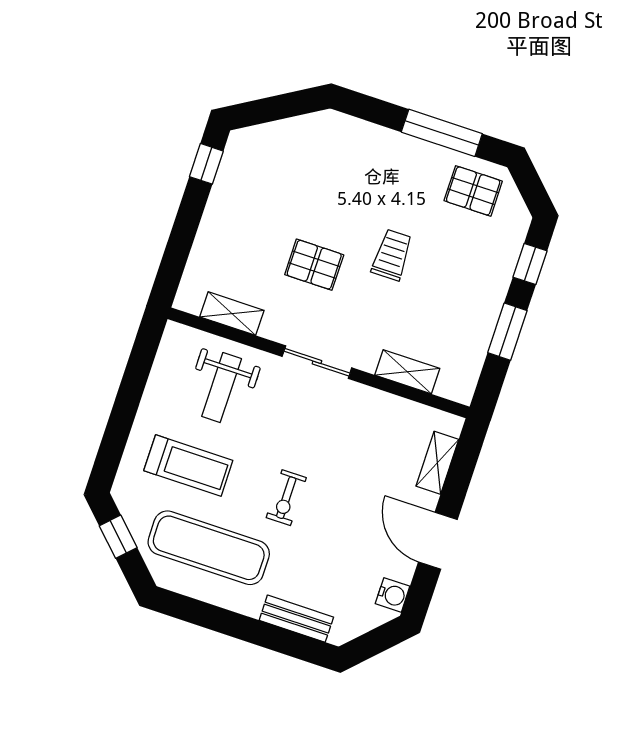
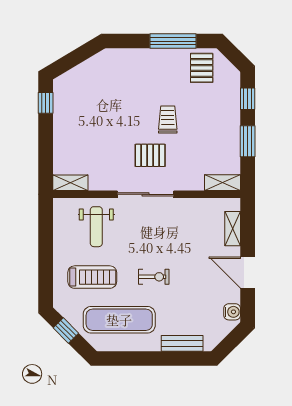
pallet: (473, 191) -> (202, 68), turned 90
pallet: (314, 265) -> (150, 155), moved
shelving: (232, 314) -> (70, 183), moved
sliding door: (317, 362) -> (146, 194), width x1.37
shelving: (407, 372) -> (223, 183), moved
exercise bike: (286, 498) -> (154, 277), turned -90

